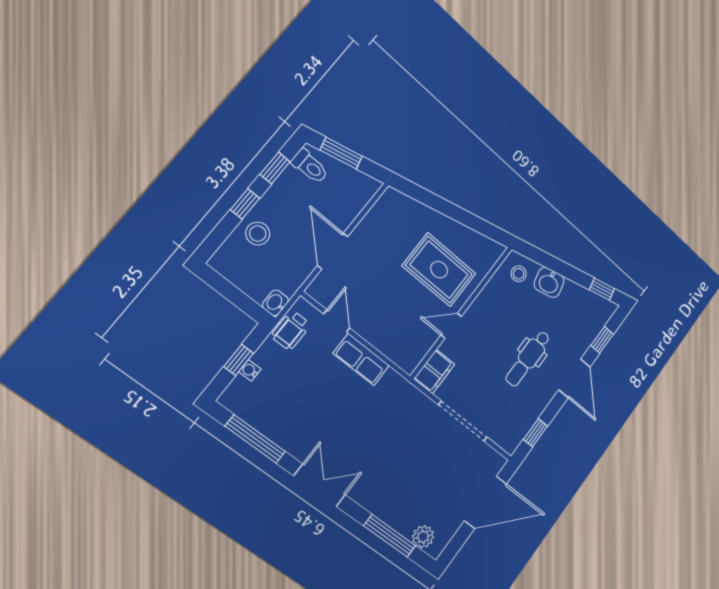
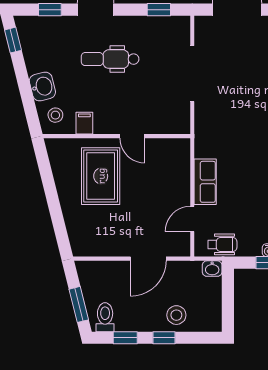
dental chair: (528, 358) -> (110, 59), turned 180
filing cabinet: (434, 372) -> (84, 123), moved, width x0.50

